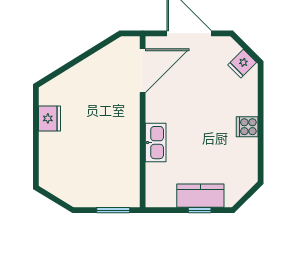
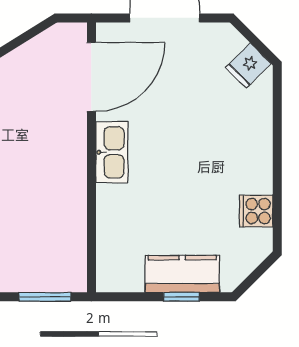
cooker: (247, 127) -> (256, 211), moved
kitchen sink: (156, 143) -> (112, 152), moved

